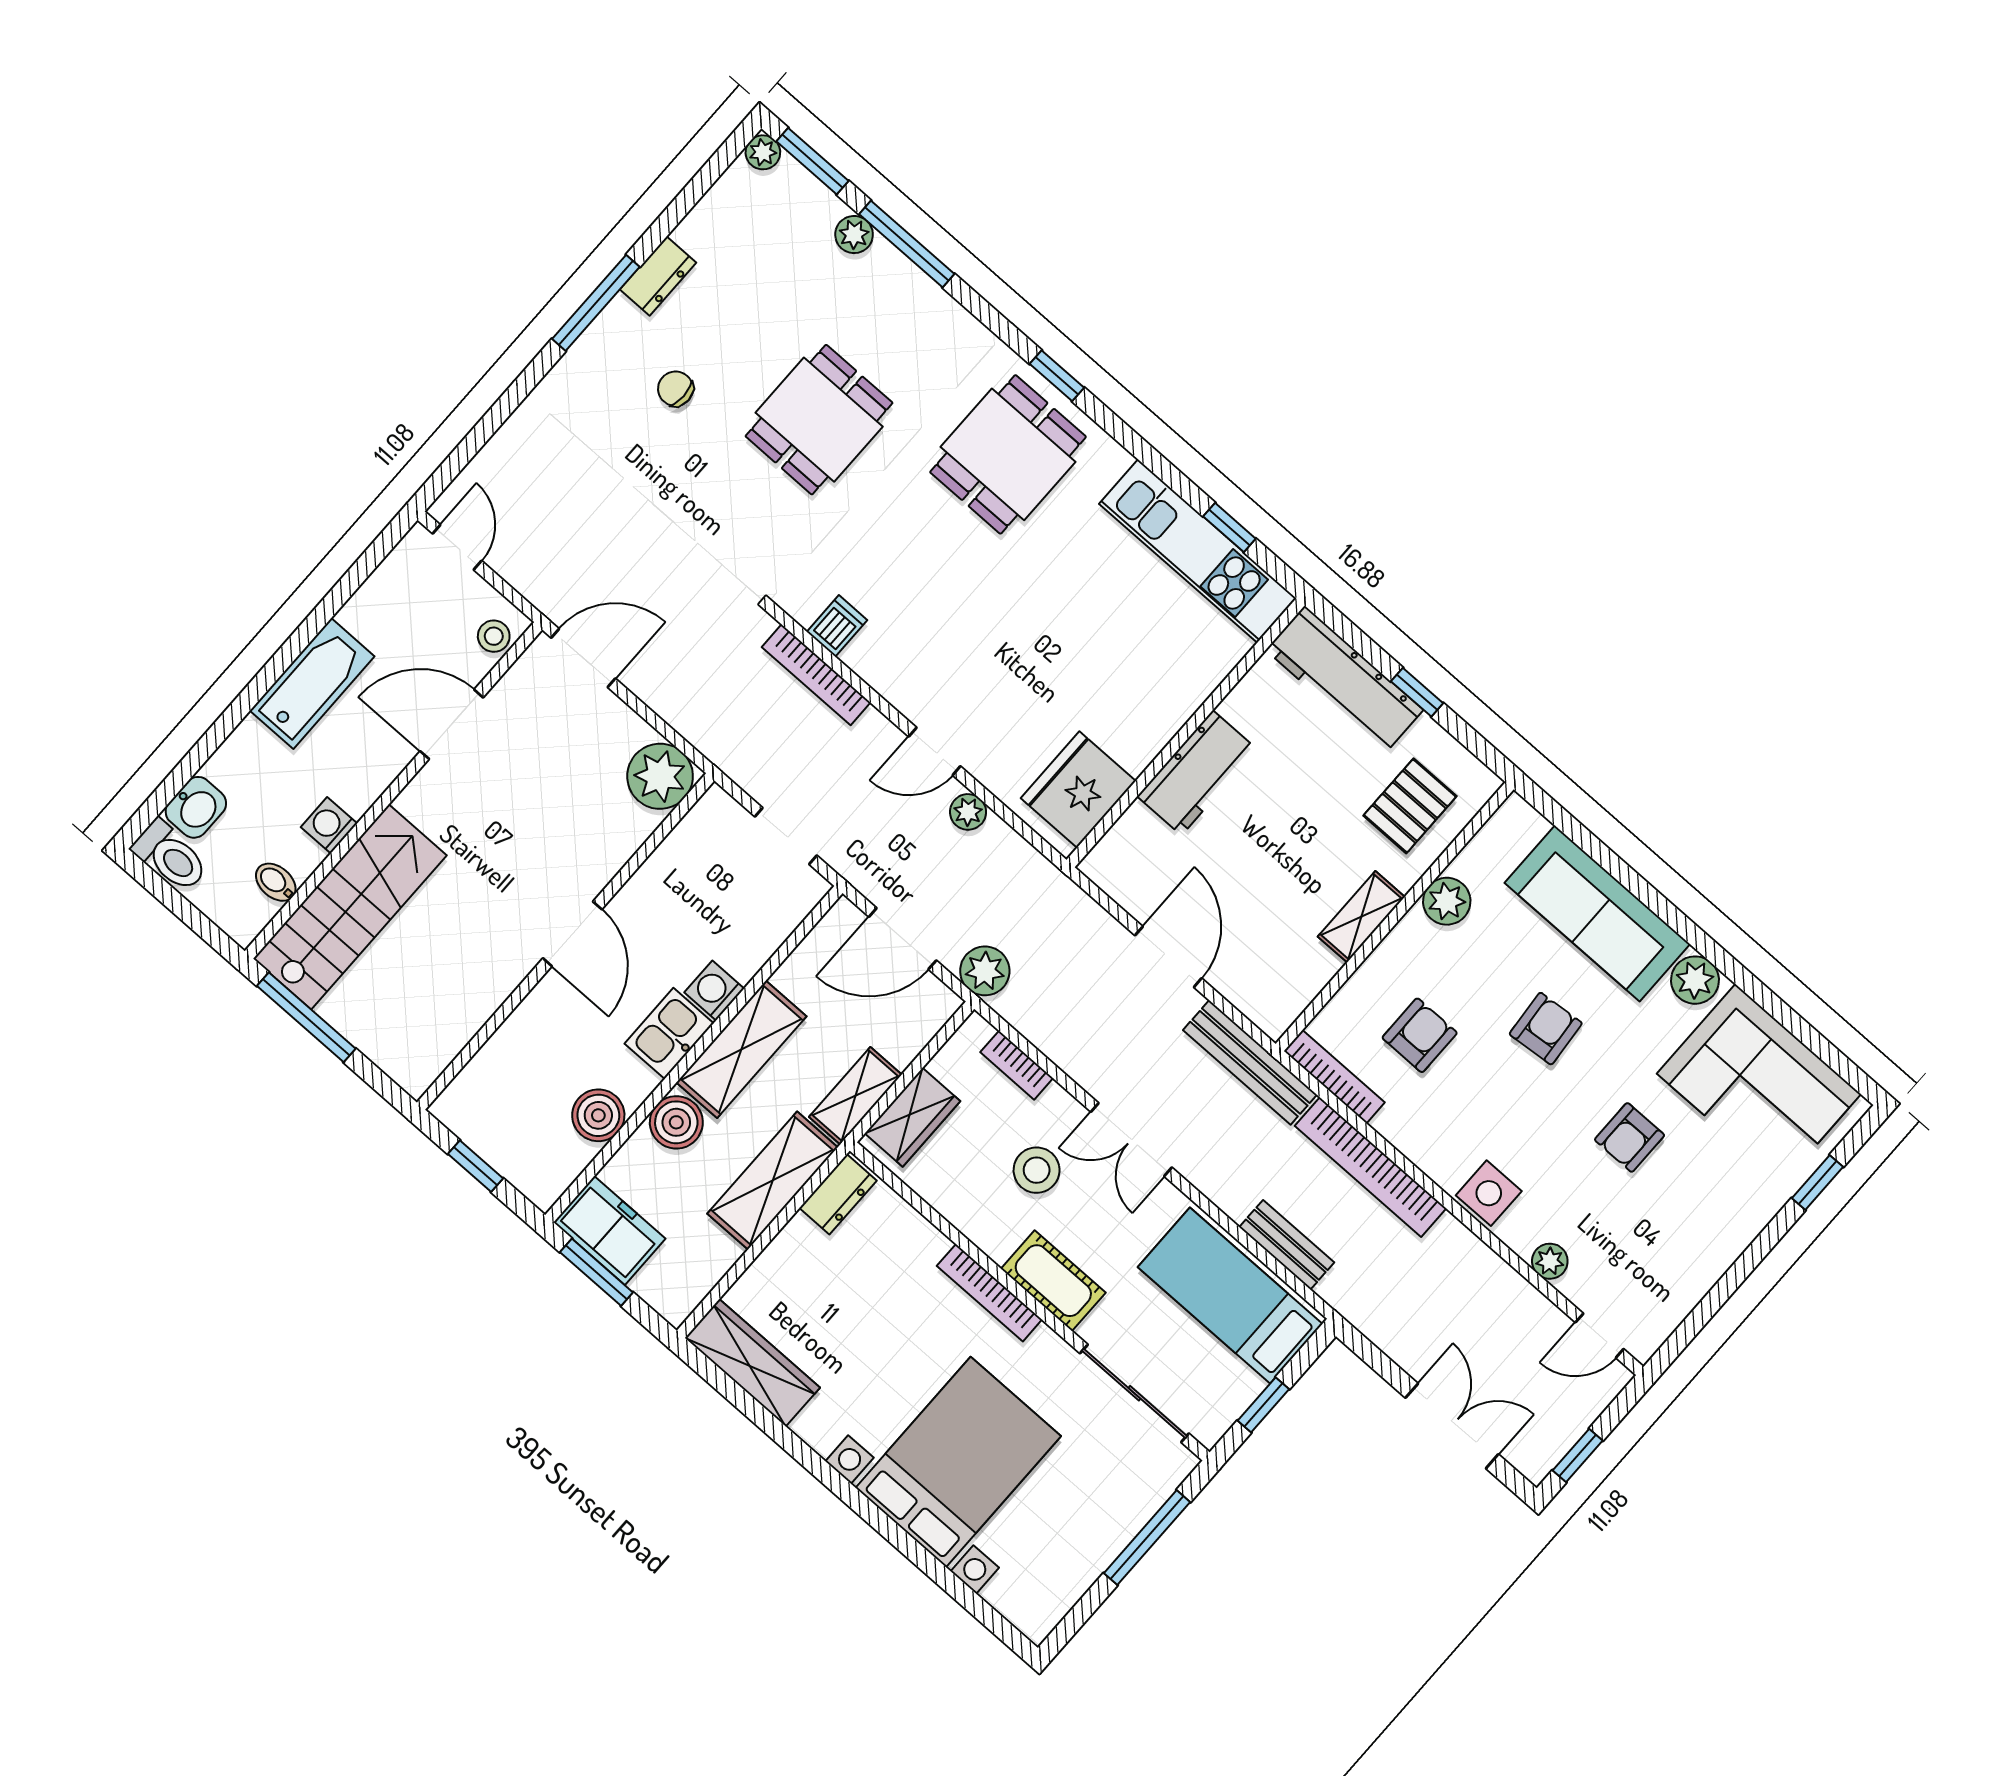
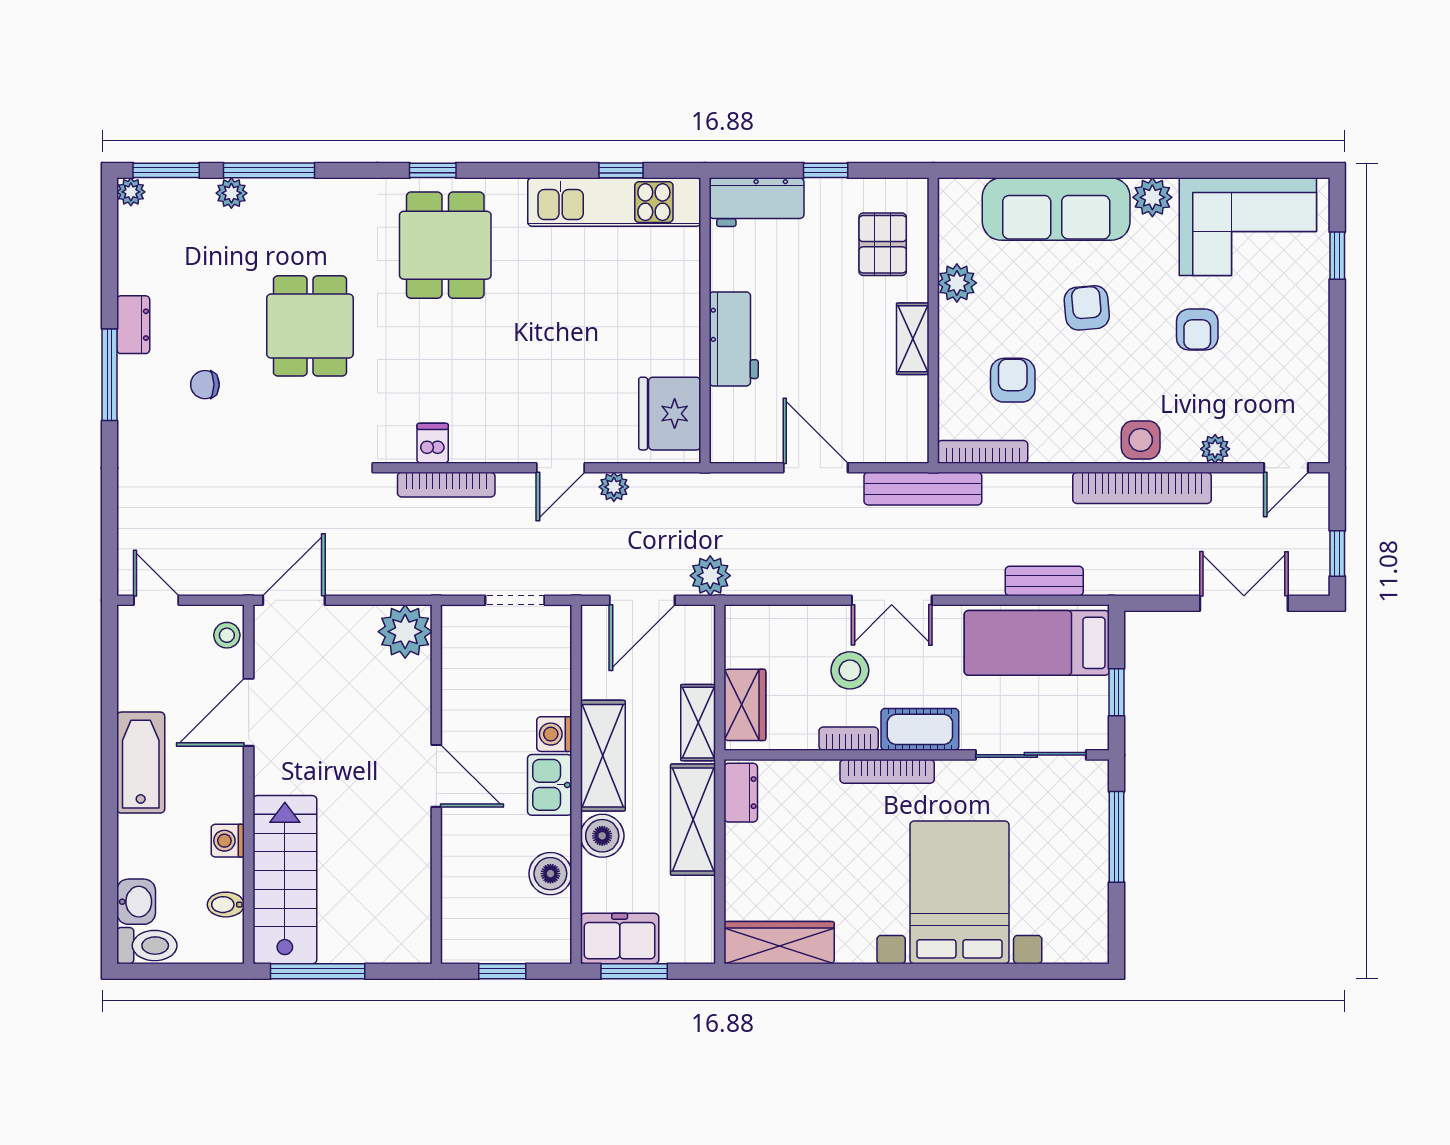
workbench: (1344, 680) -> (757, 202), width x0.73
bookcase: (1017, 1065) -> (849, 739), moved, turned 180
bookcase: (1370, 1167) -> (1142, 488), moved

